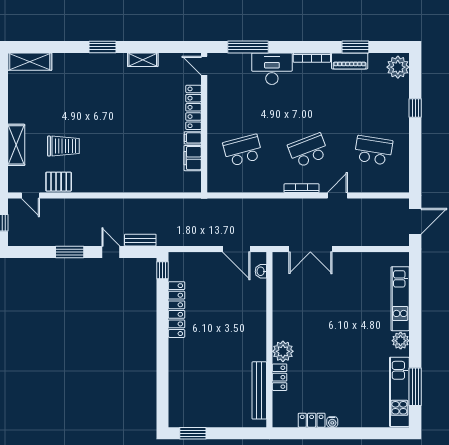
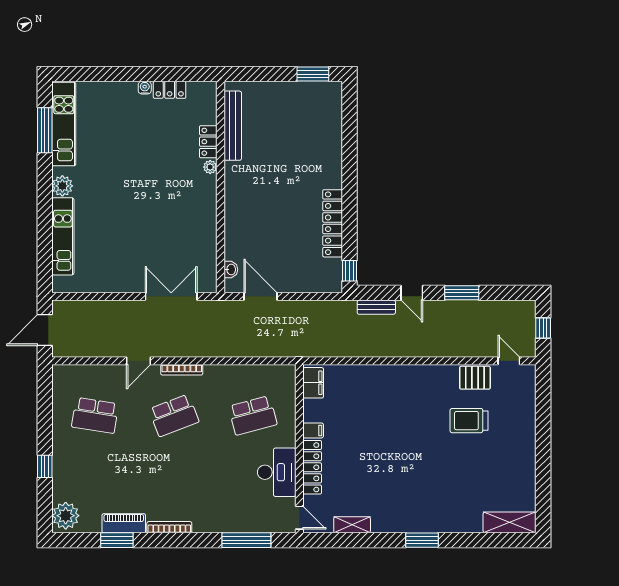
shelving: (143, 60) -> (352, 525), moved
desk: (272, 69) -> (277, 472), moved, turned -90
shelving: (16, 145) -> (526, 422), removed
filing cabinet: (193, 158) -> (313, 383), moved
plant: (283, 351) -> (210, 167), width x0.53, depth x0.53

